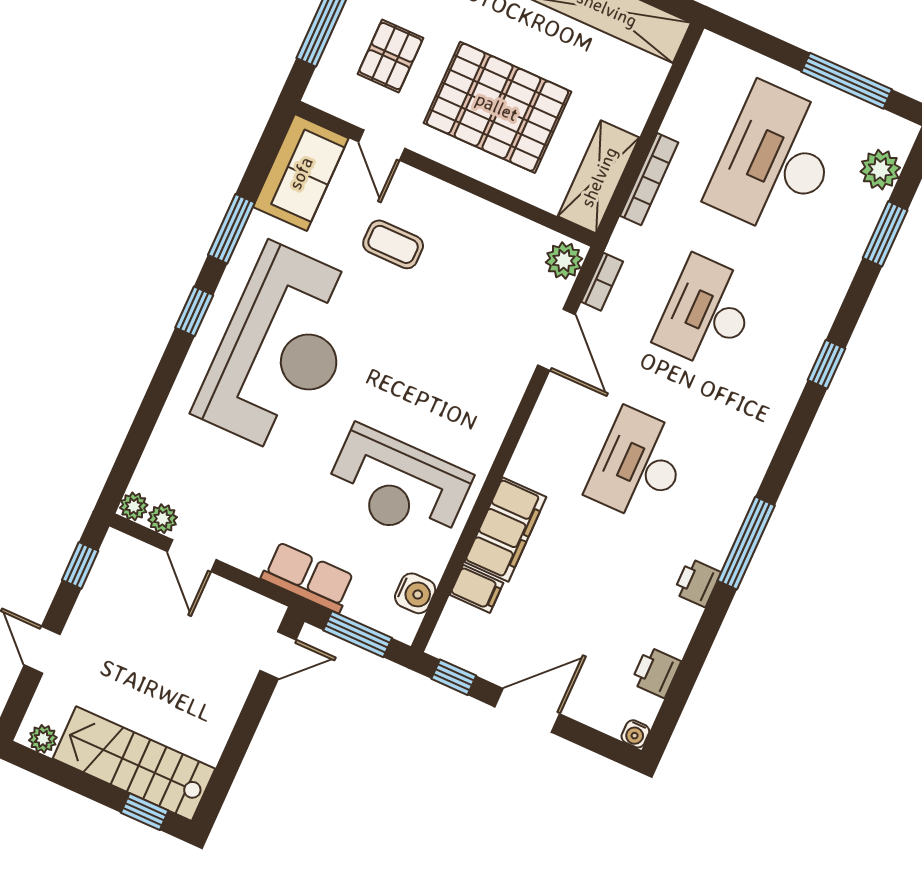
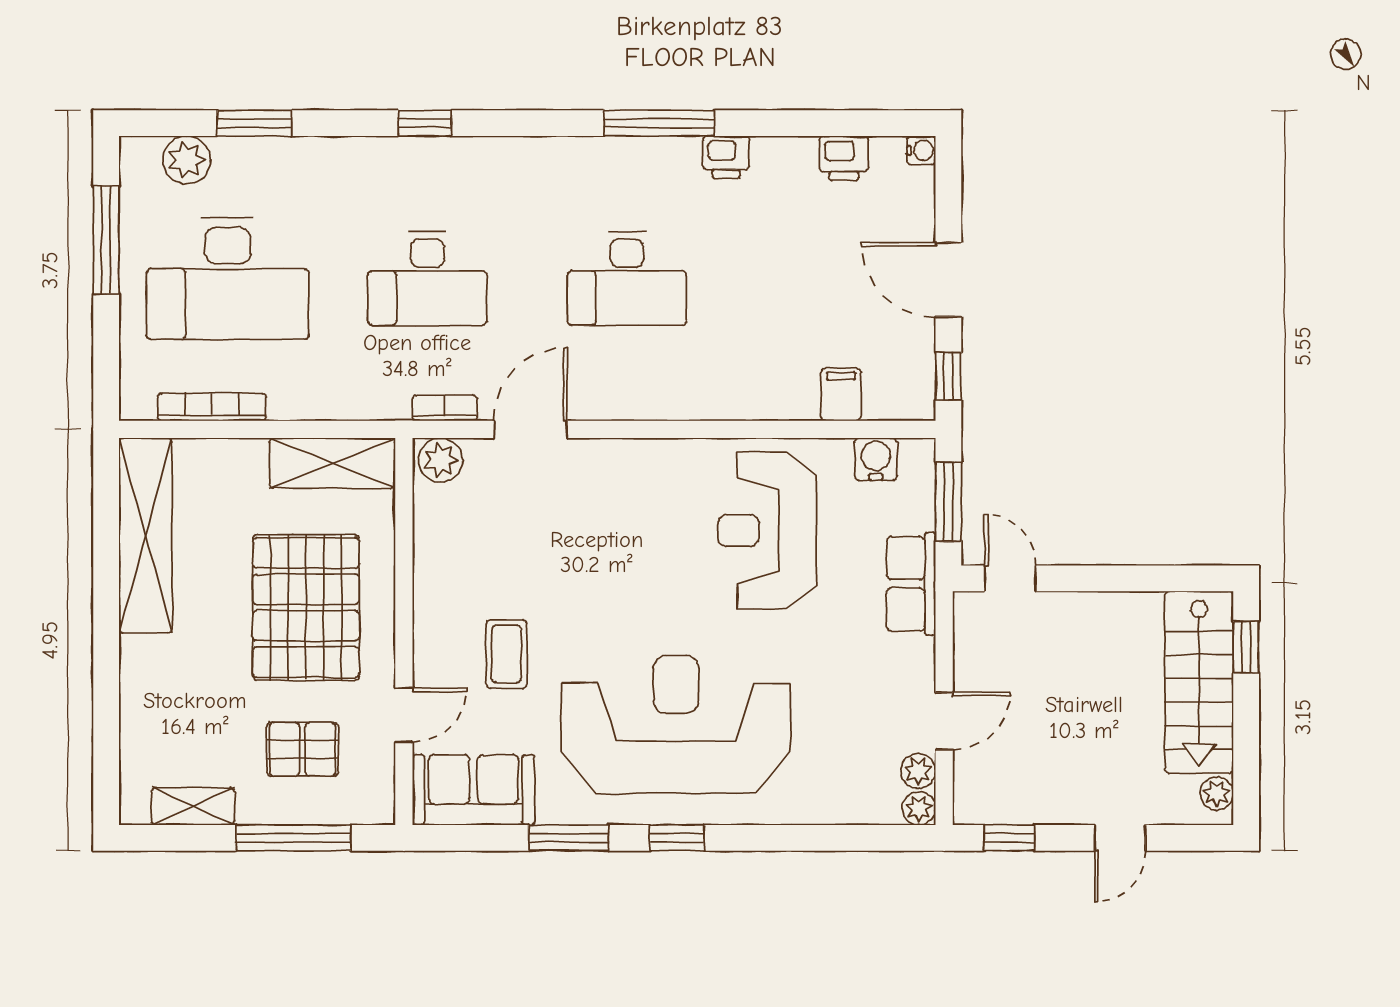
bookcase: (649, 179) -> (212, 407), moved
reception desk: (398, 486) -> (767, 531), turned 180
filing cabinet: (505, 529) -> (762, 392), removed

